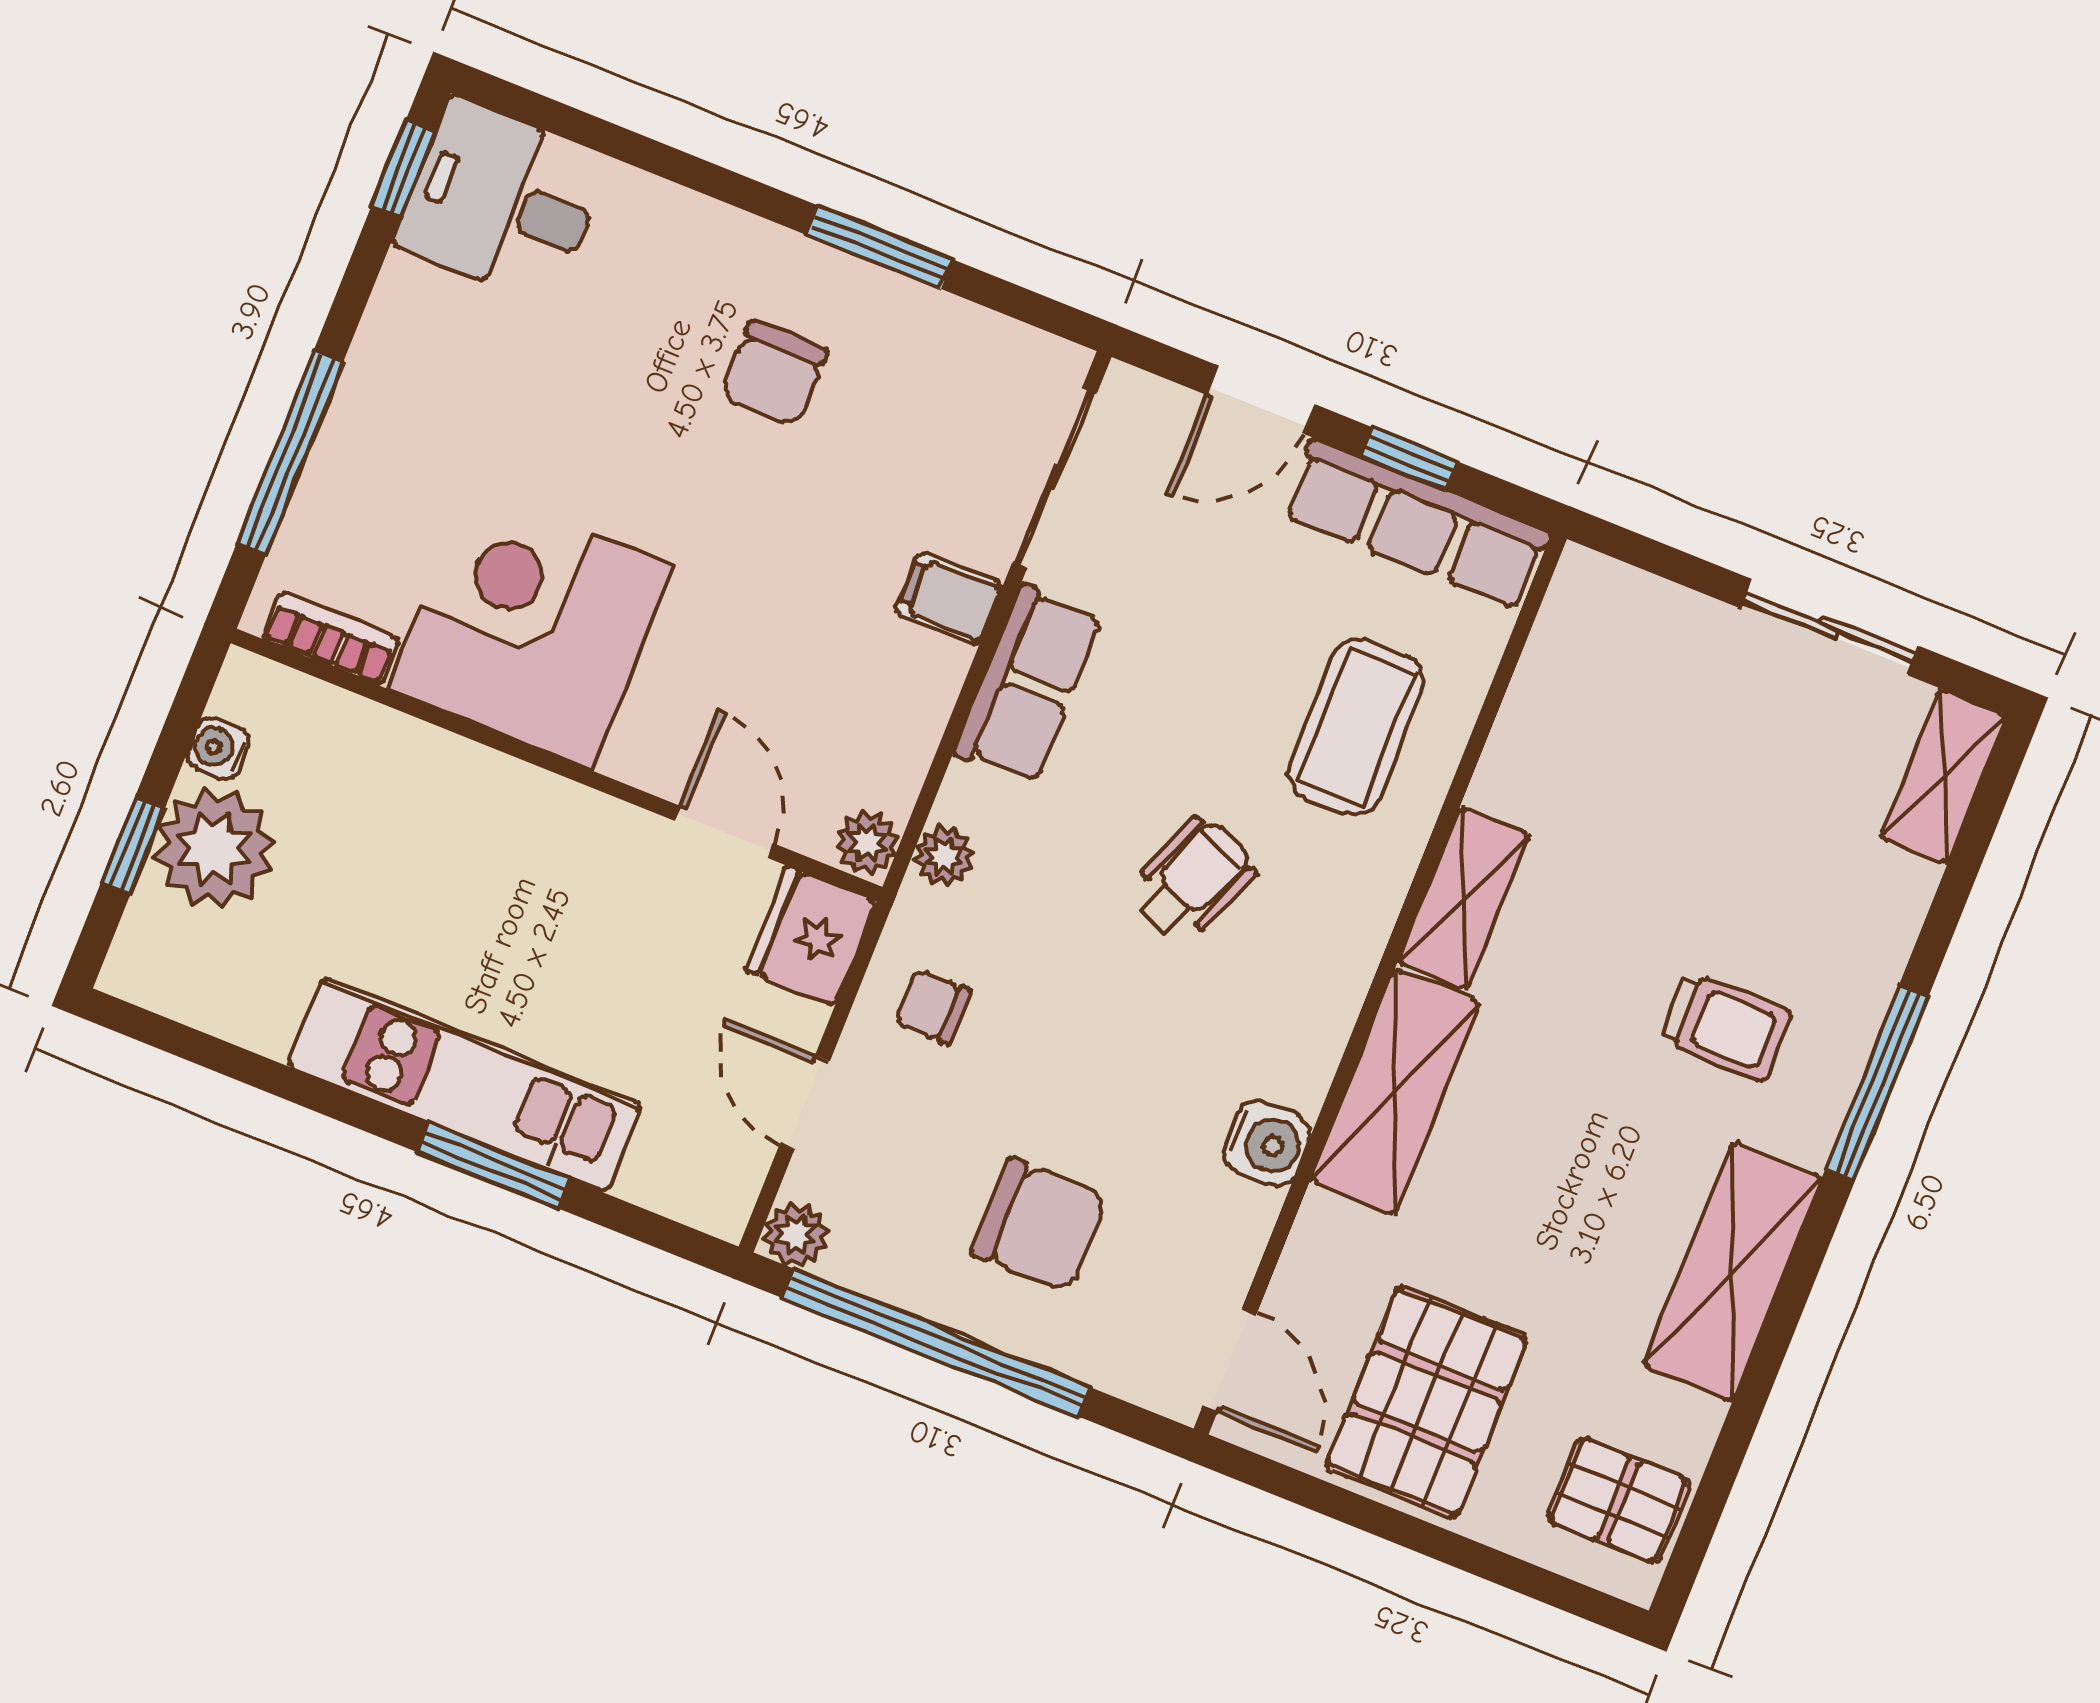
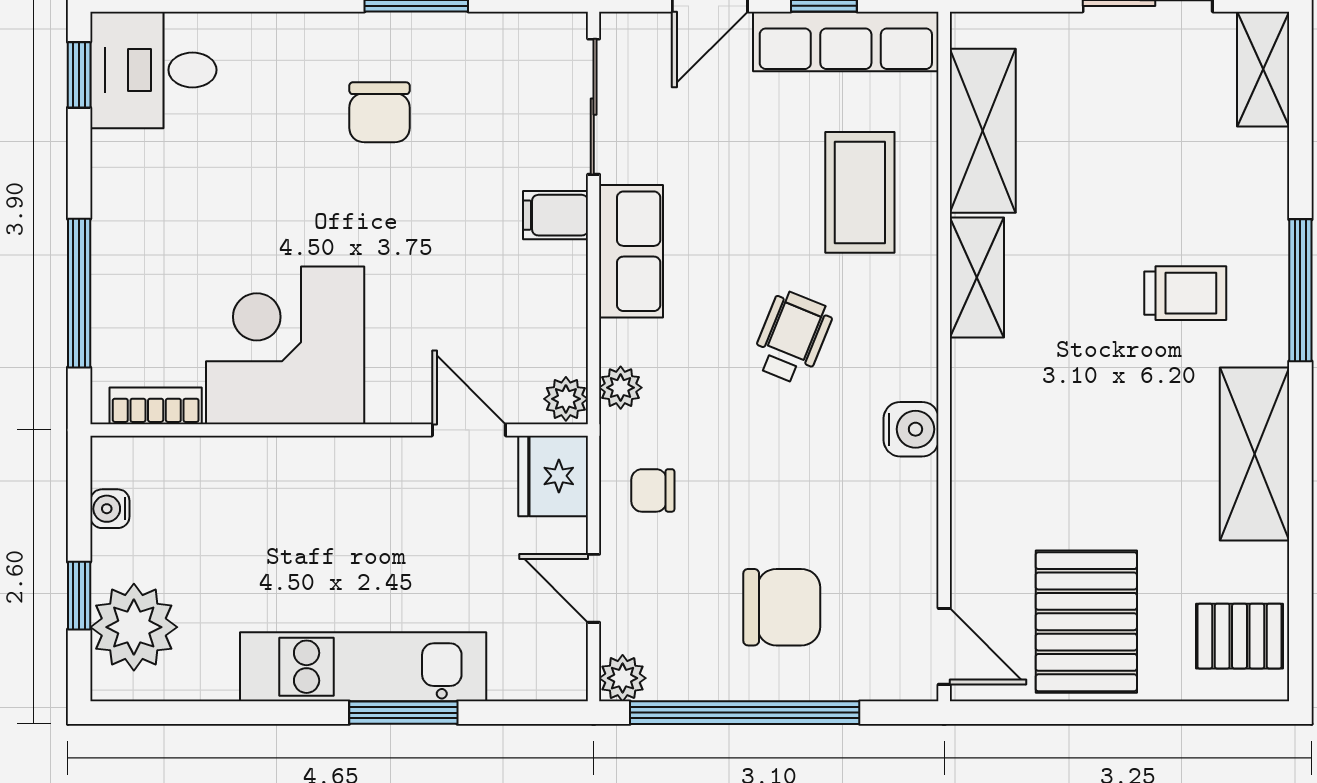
plant: (214, 848) -> (134, 627), moved
shelving: (1395, 1092) -> (983, 131), moved
water cooler: (1267, 1143) -> (911, 429), moved

